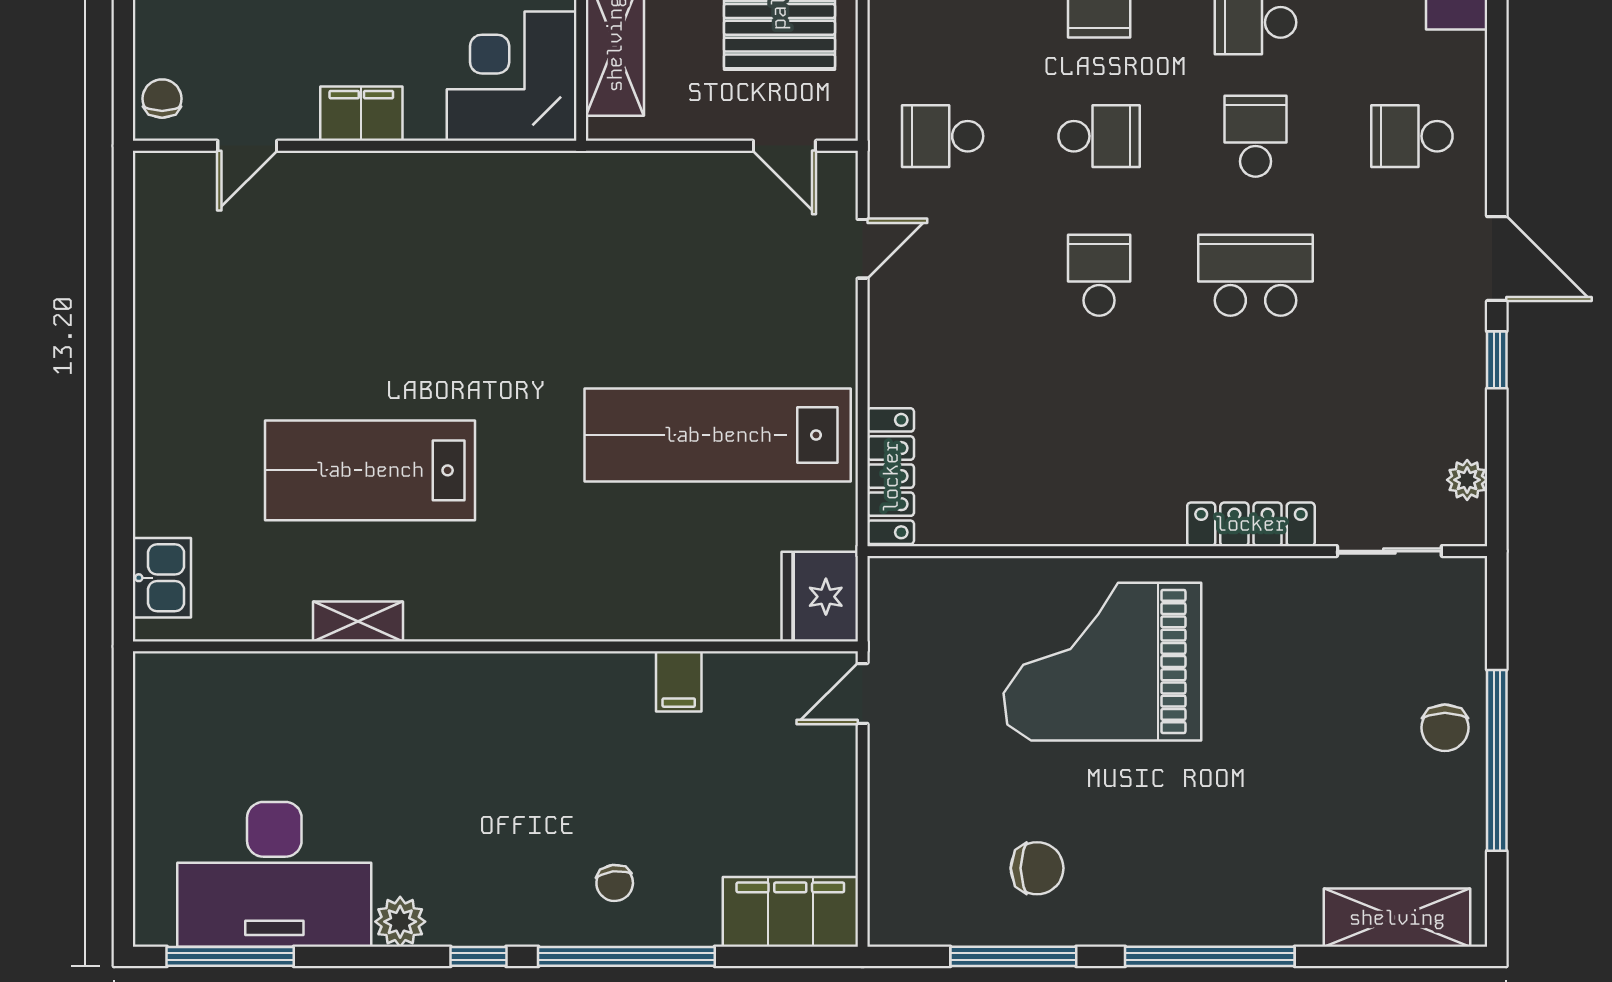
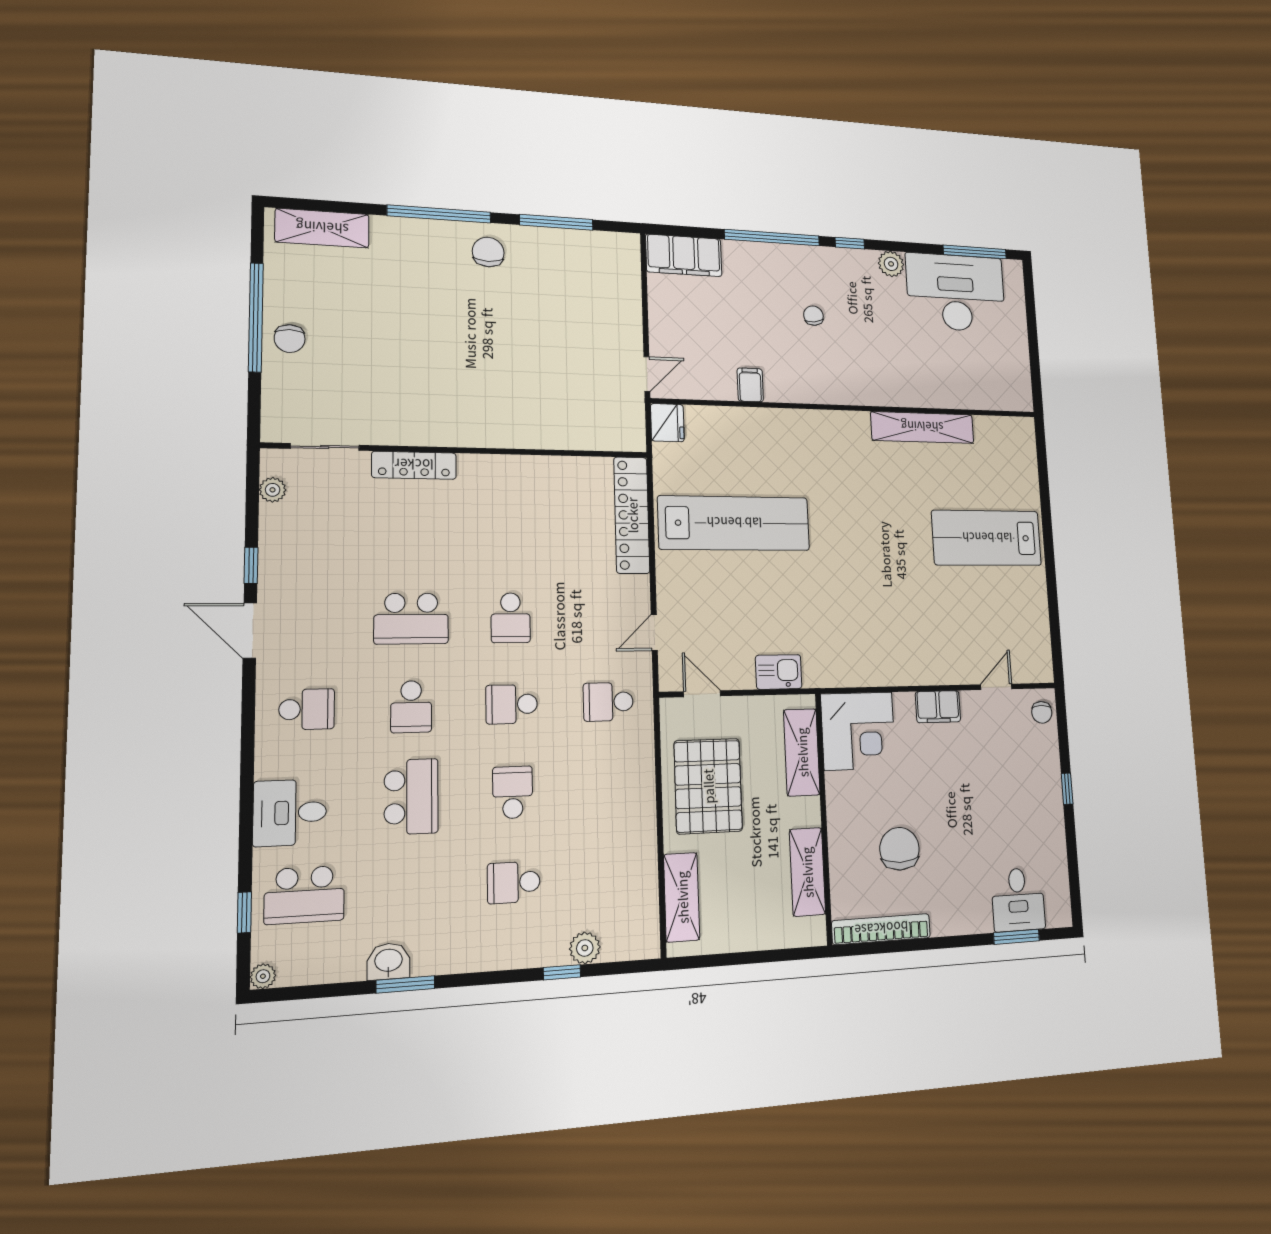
school desk: (943, 136) -> (608, 702), turned 180
lab bench: (370, 470) -> (987, 538), moved, turned 180
locker: (891, 476) -> (632, 515), width x1.41, depth x1.21
kitchen sink: (162, 578) -> (779, 672), moved, turned 90
fridge: (820, 597) -> (667, 423), width x0.73, depth x0.75
shelving: (358, 621) -> (922, 427), width x2.20, depth x1.33
grand piano: (1102, 662) -> (506, 387), removed
chair: (1445, 728) -> (290, 339), turned 180
chair: (1037, 868) -> (488, 252), moved, turned 90
chair: (615, 883) -> (813, 316), moved

